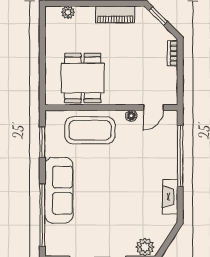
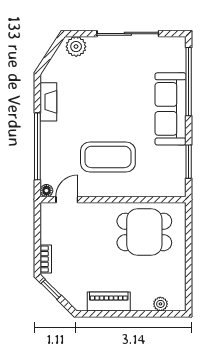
window: (158, 16) -> (51, 289), moved
dining table: (83, 78) -> (144, 232), turned 90
floor lamp: (131, 116) -> (46, 191), moved
coffee table: (90, 130) -> (108, 157), moved

